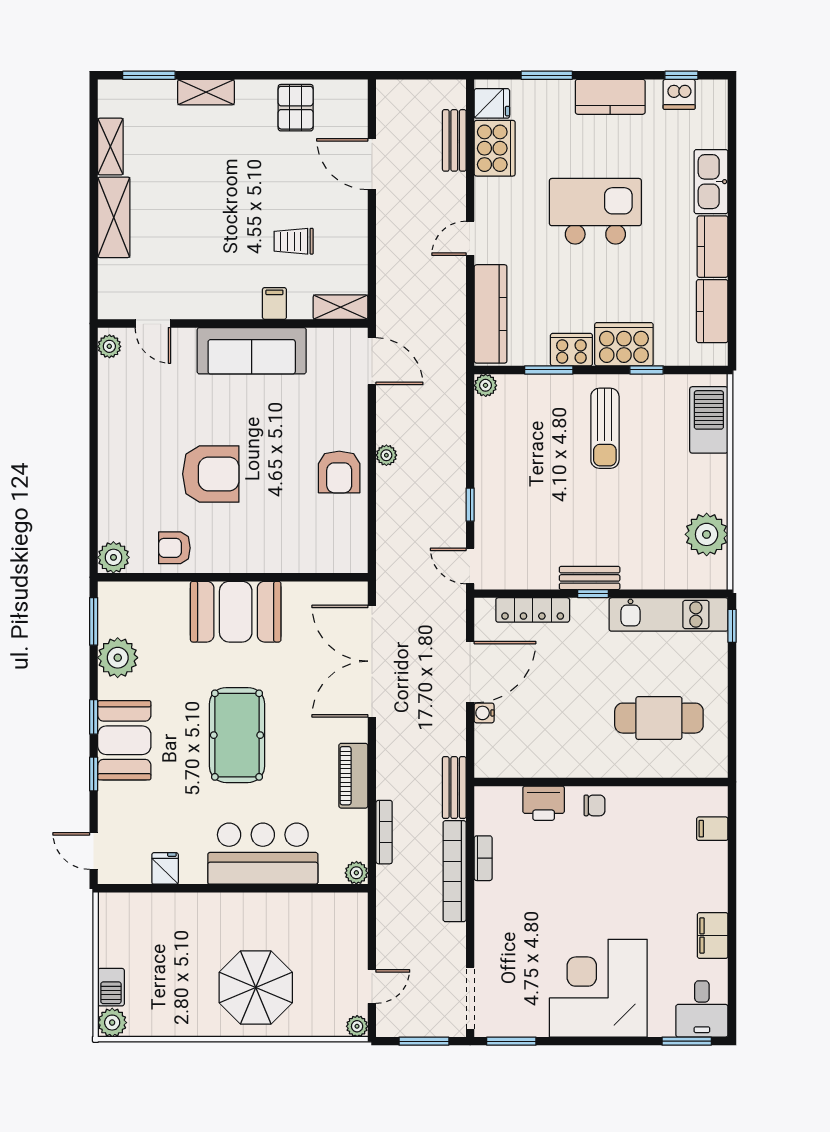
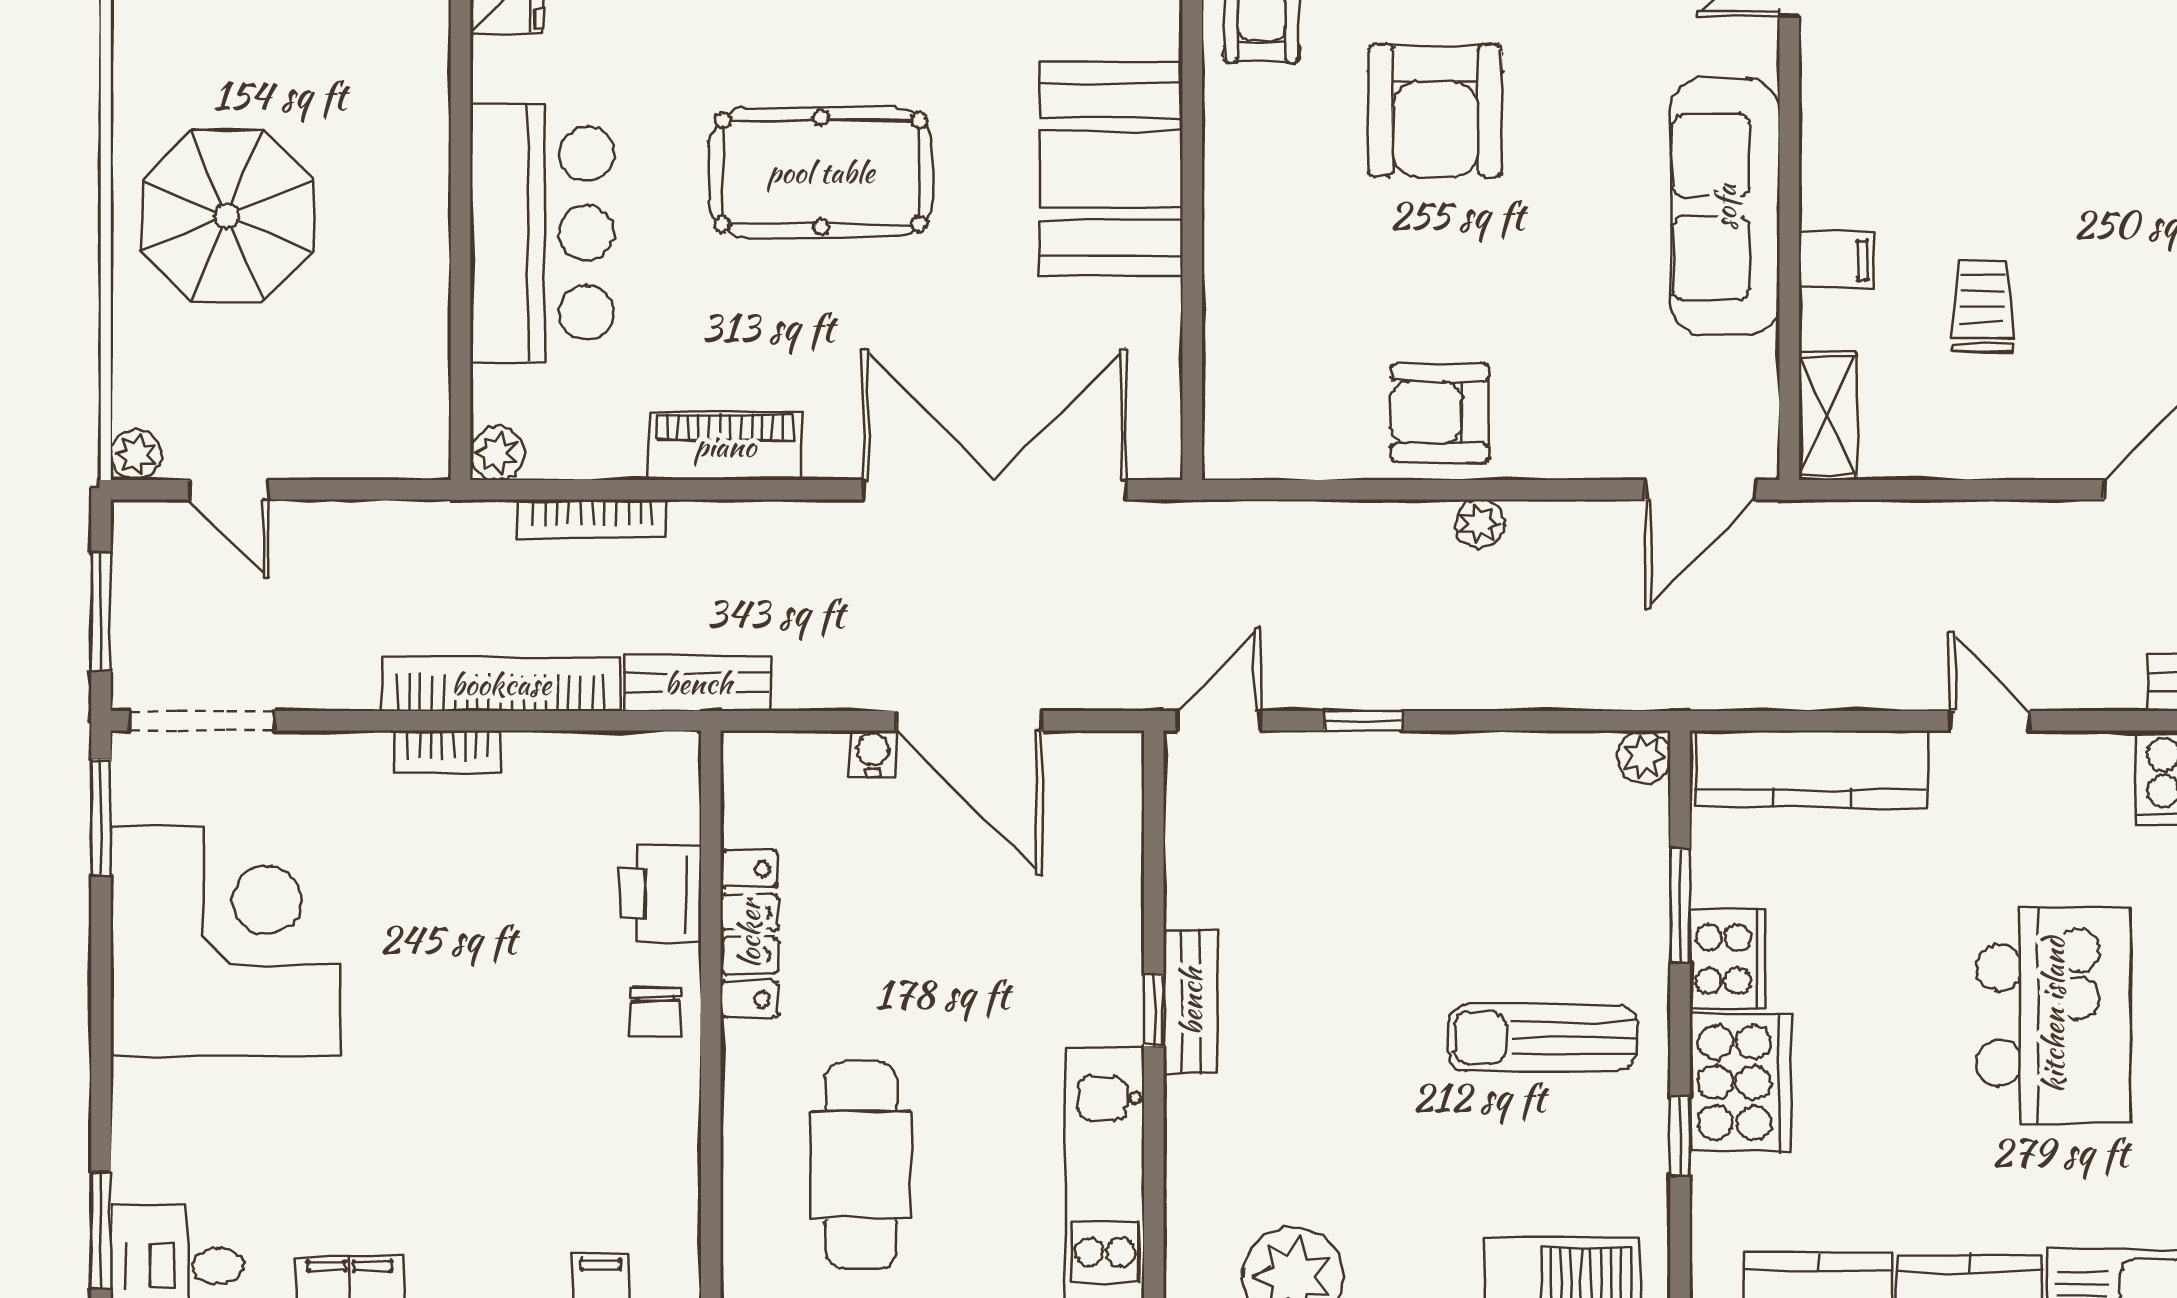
locker: (533, 610) -> (749, 934), moved, turned 180
bookcase: (483, 858) -> (448, 751), moved
corner desk: (598, 988) -> (226, 941), moved

